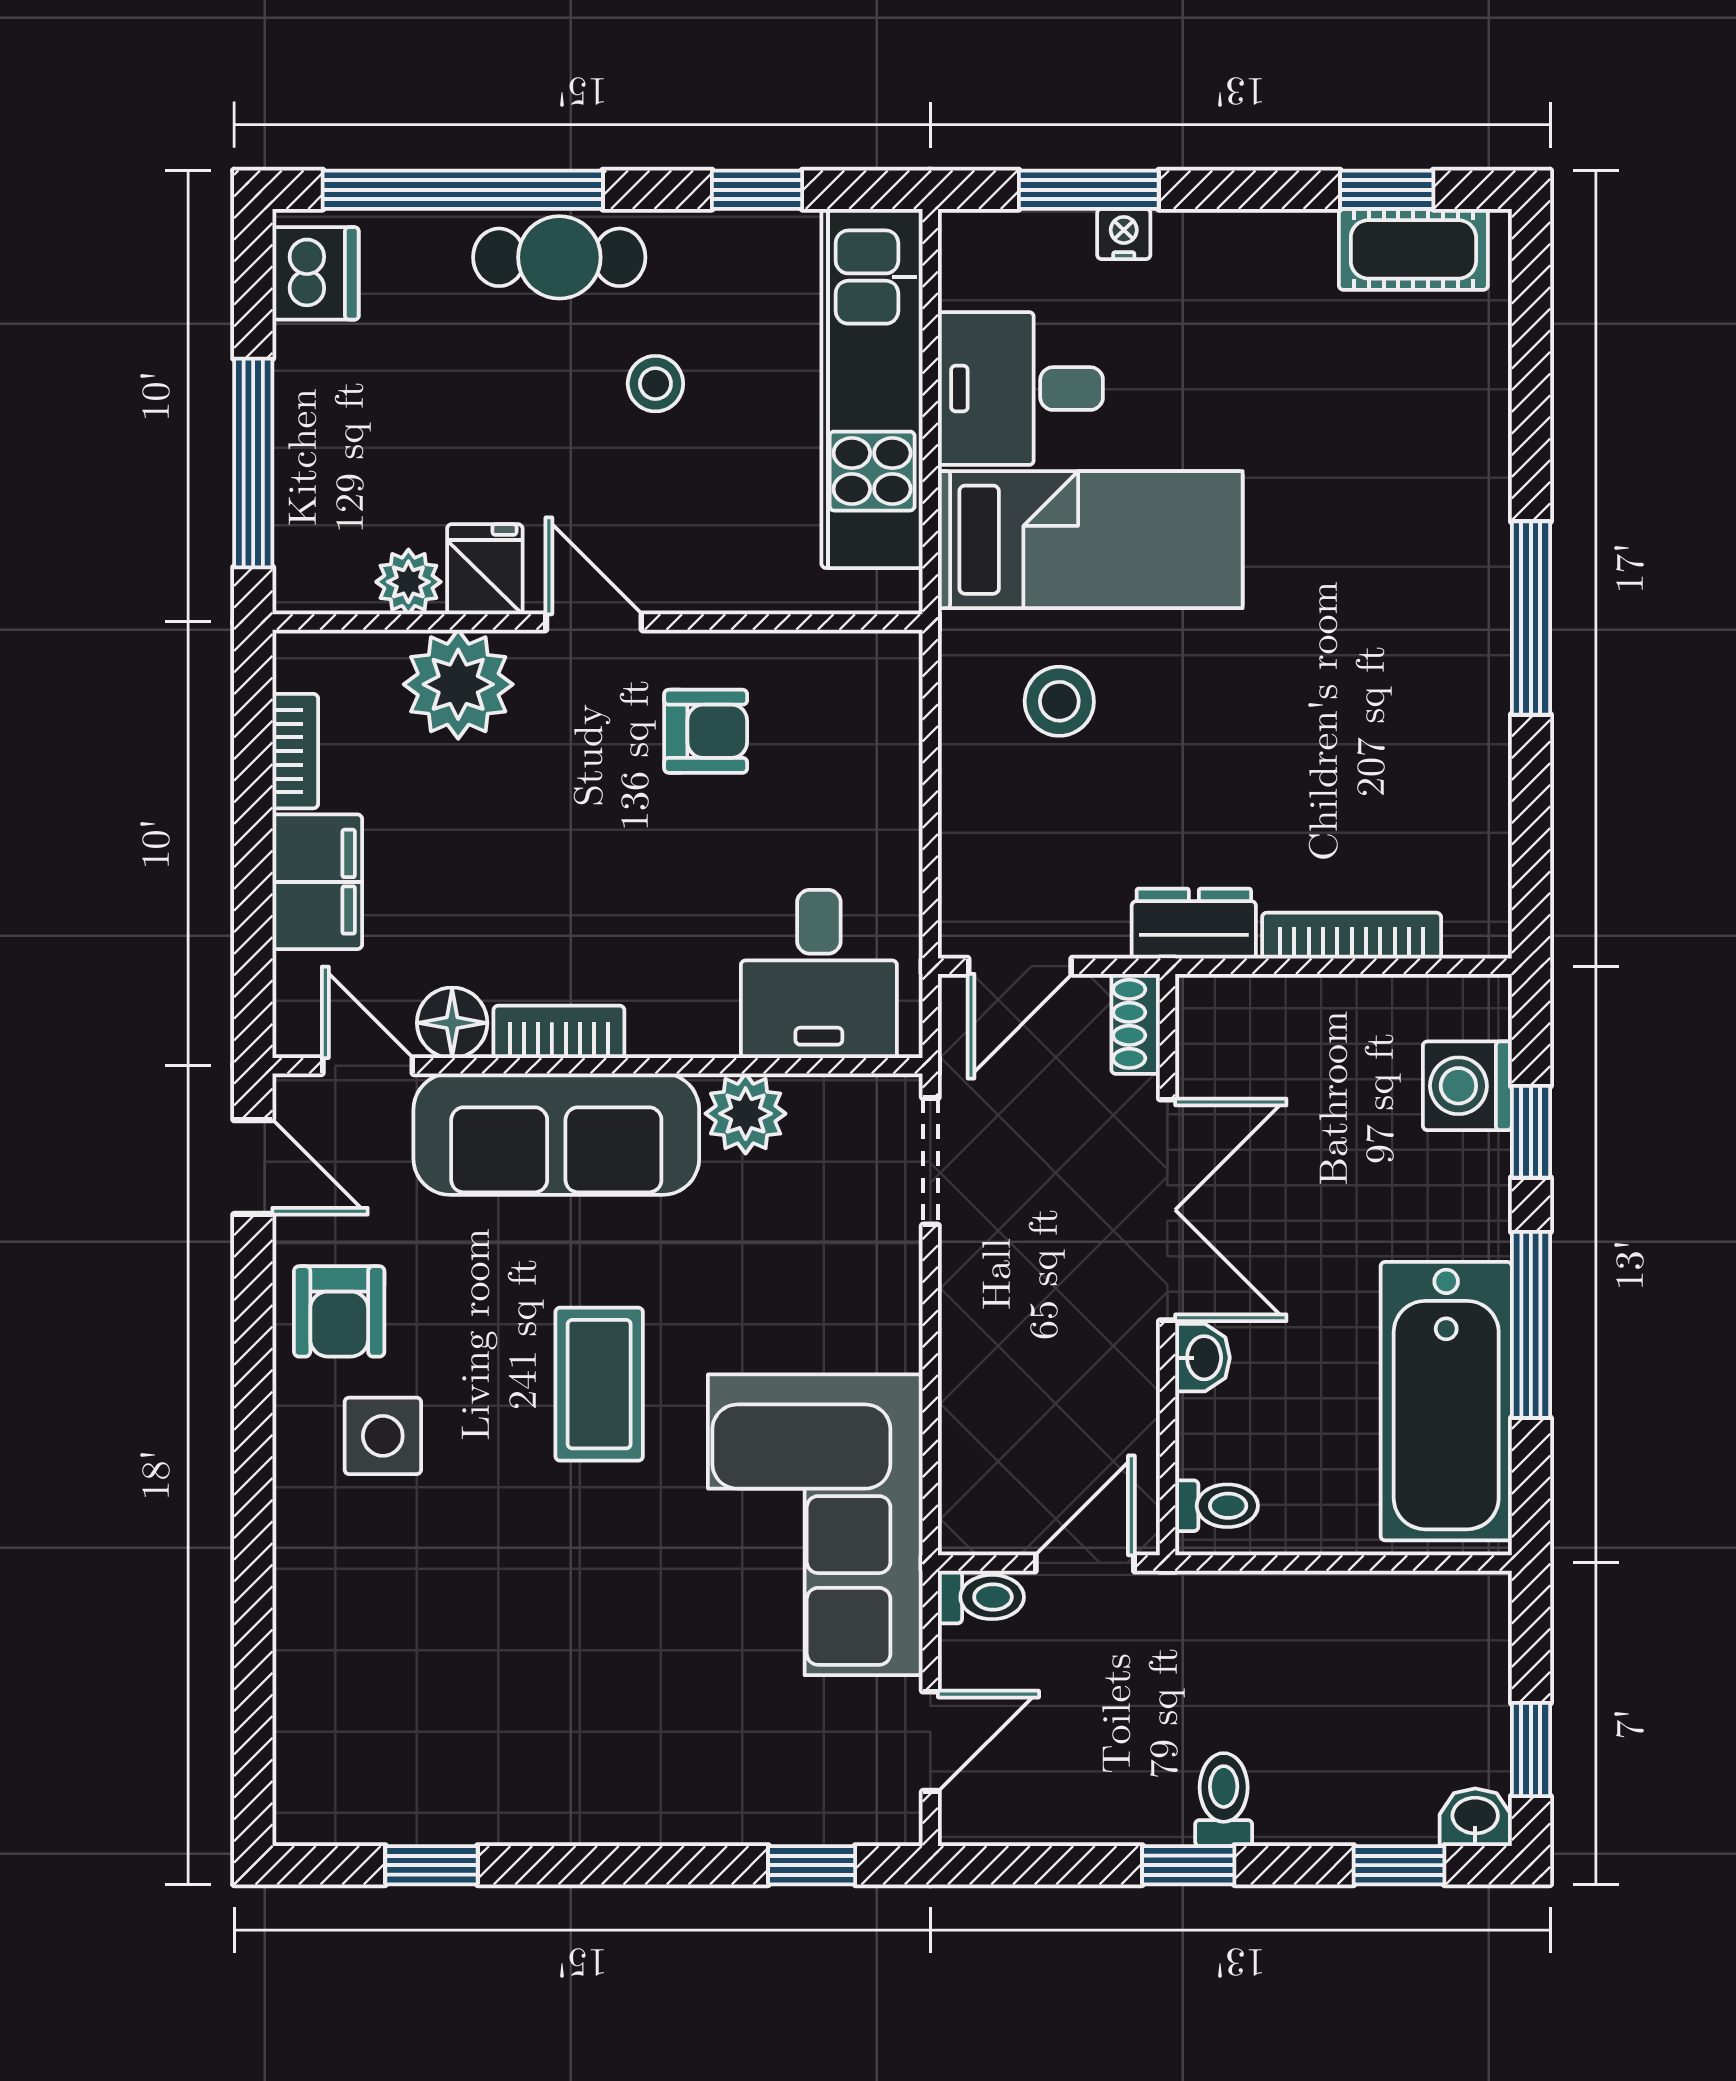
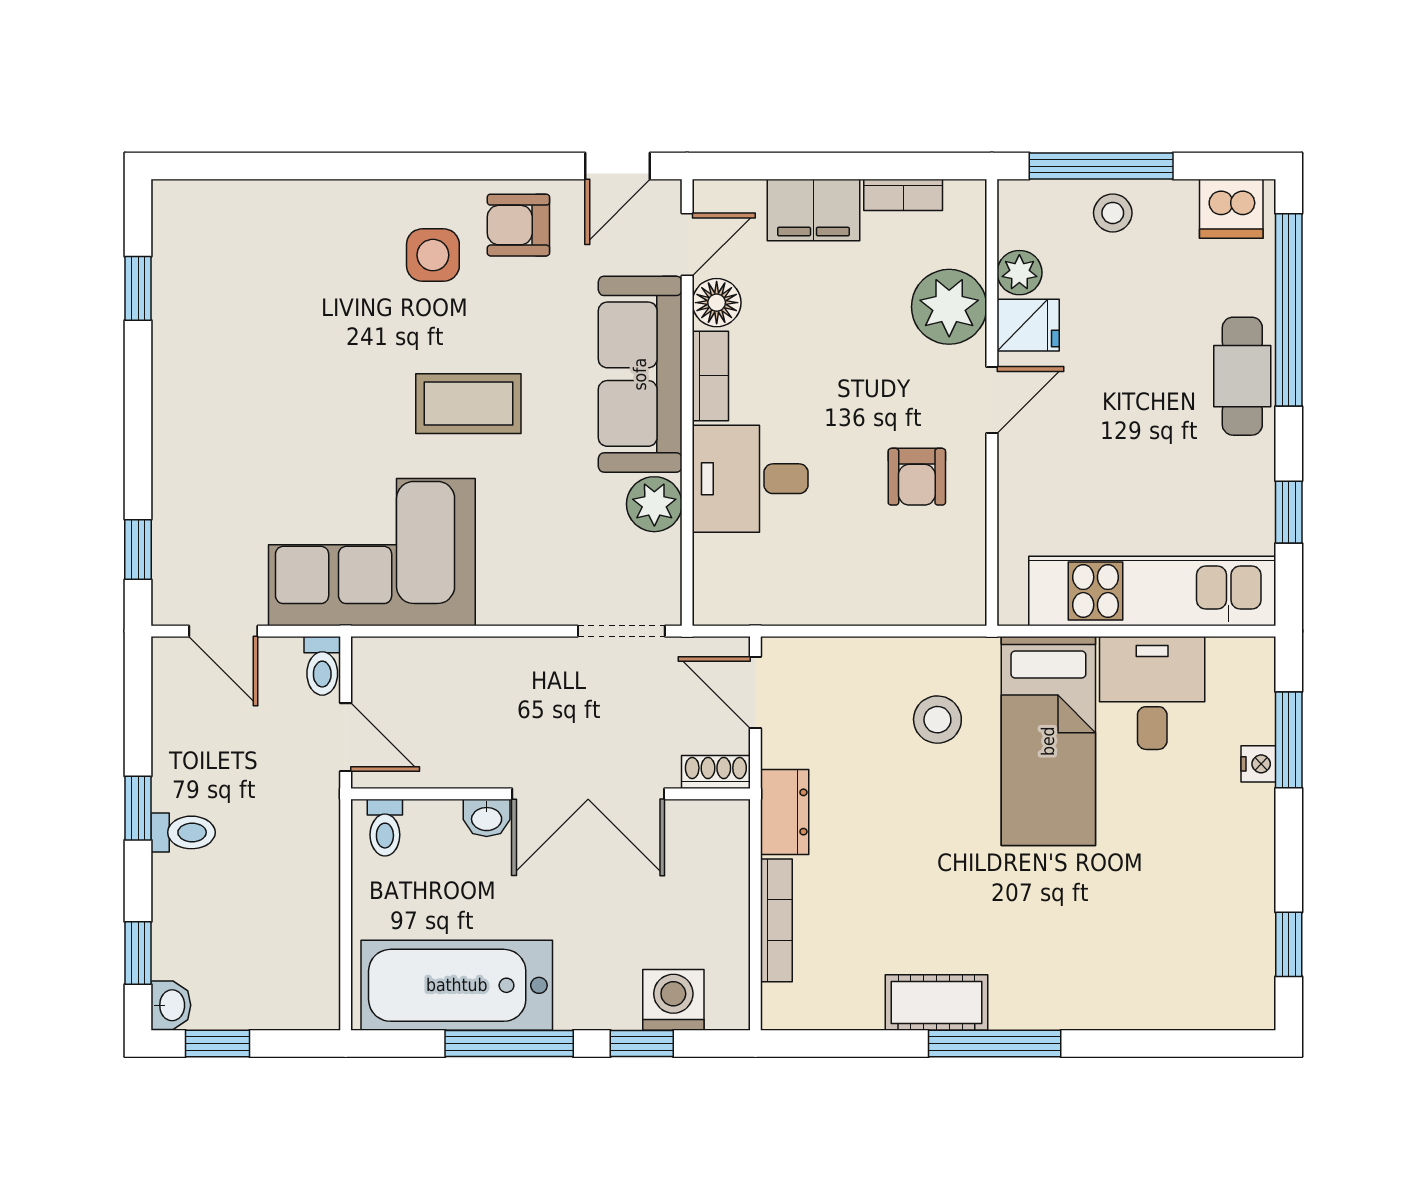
cot: (1413, 249) -> (937, 1003), moved, turned 90
stool: (655, 384) -> (1113, 213), moved
desk: (819, 974) -> (750, 479), moved

